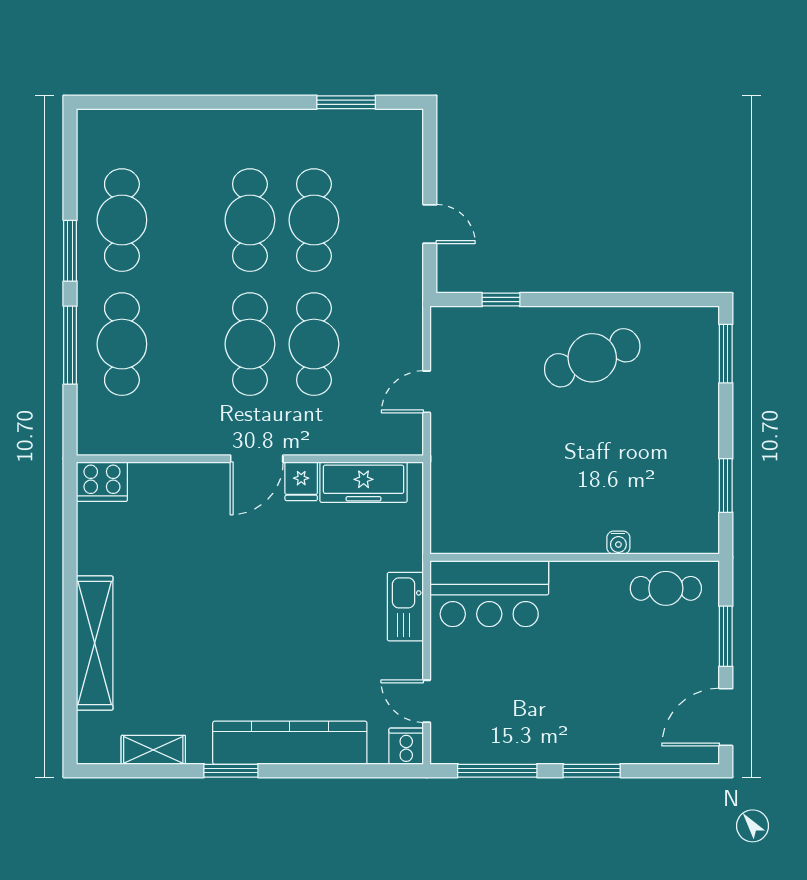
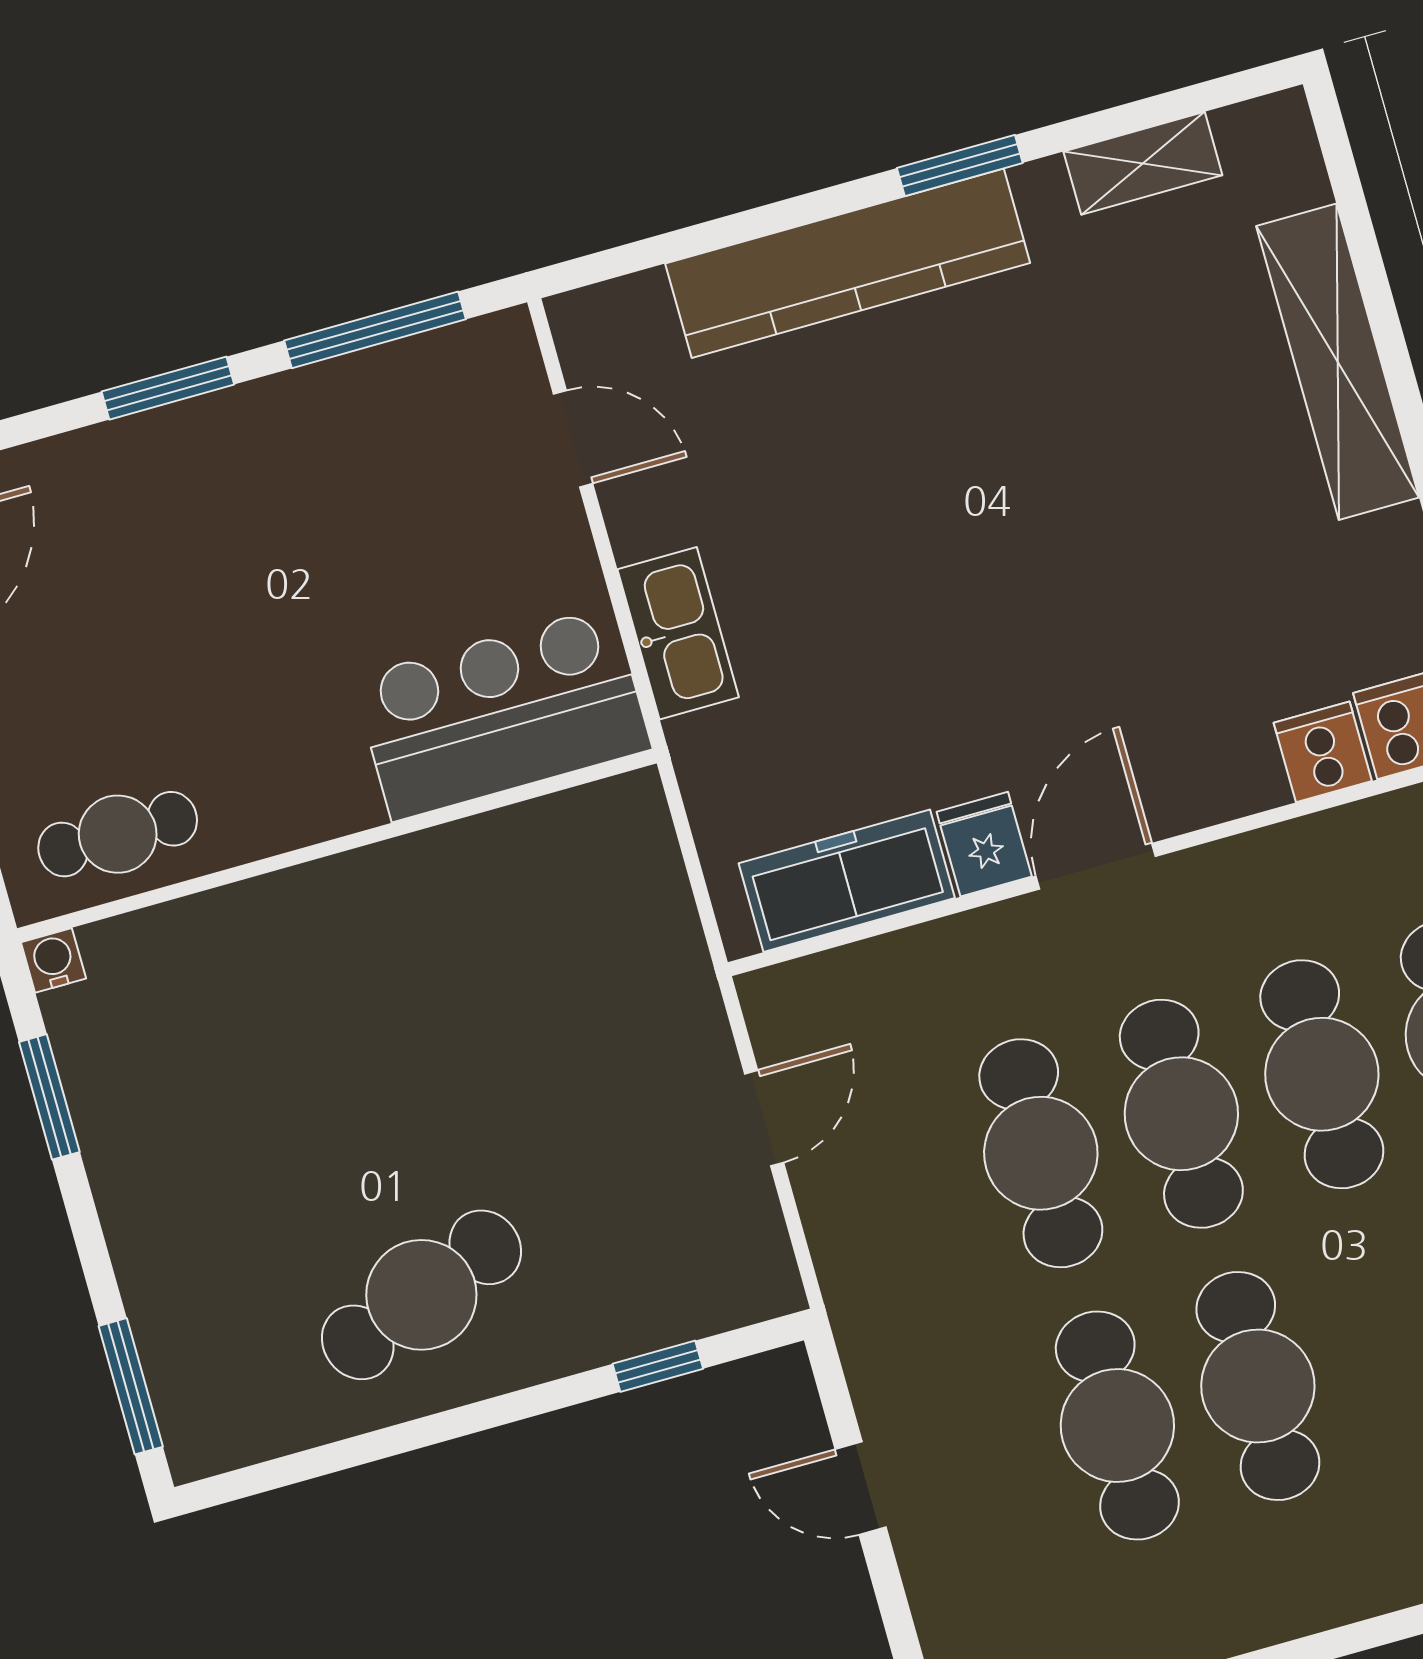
cafe table: (186, 344) -> (1322, 1074), added
water cooler: (618, 543) -> (53, 960), moved
cooker: (406, 746) -> (1323, 752), moved, turned 180

